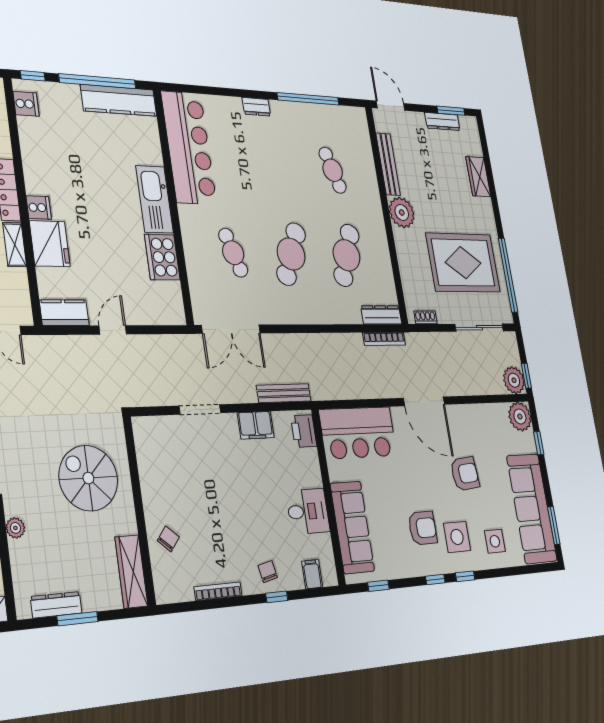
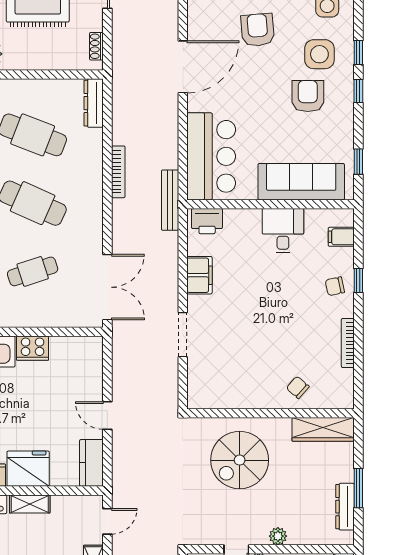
cooker: (162, 257) -> (33, 348), width x0.73, depth x0.76
bookcase: (384, 339) -> (118, 172), moved
bench: (284, 393) -> (170, 200), moved

